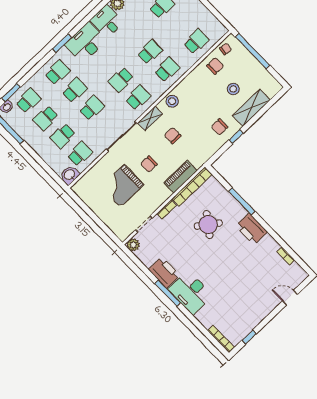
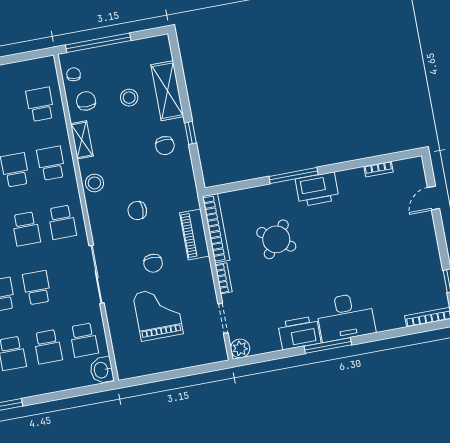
school desk: (138, 98) -> (62, 222), turned 180
shelving: (150, 118) -> (82, 140), moved
school desk: (80, 154) -> (84, 340), turned 180
grand piano: (122, 186) -> (158, 314), turned 180
window: (242, 201) -> (294, 175), moved

